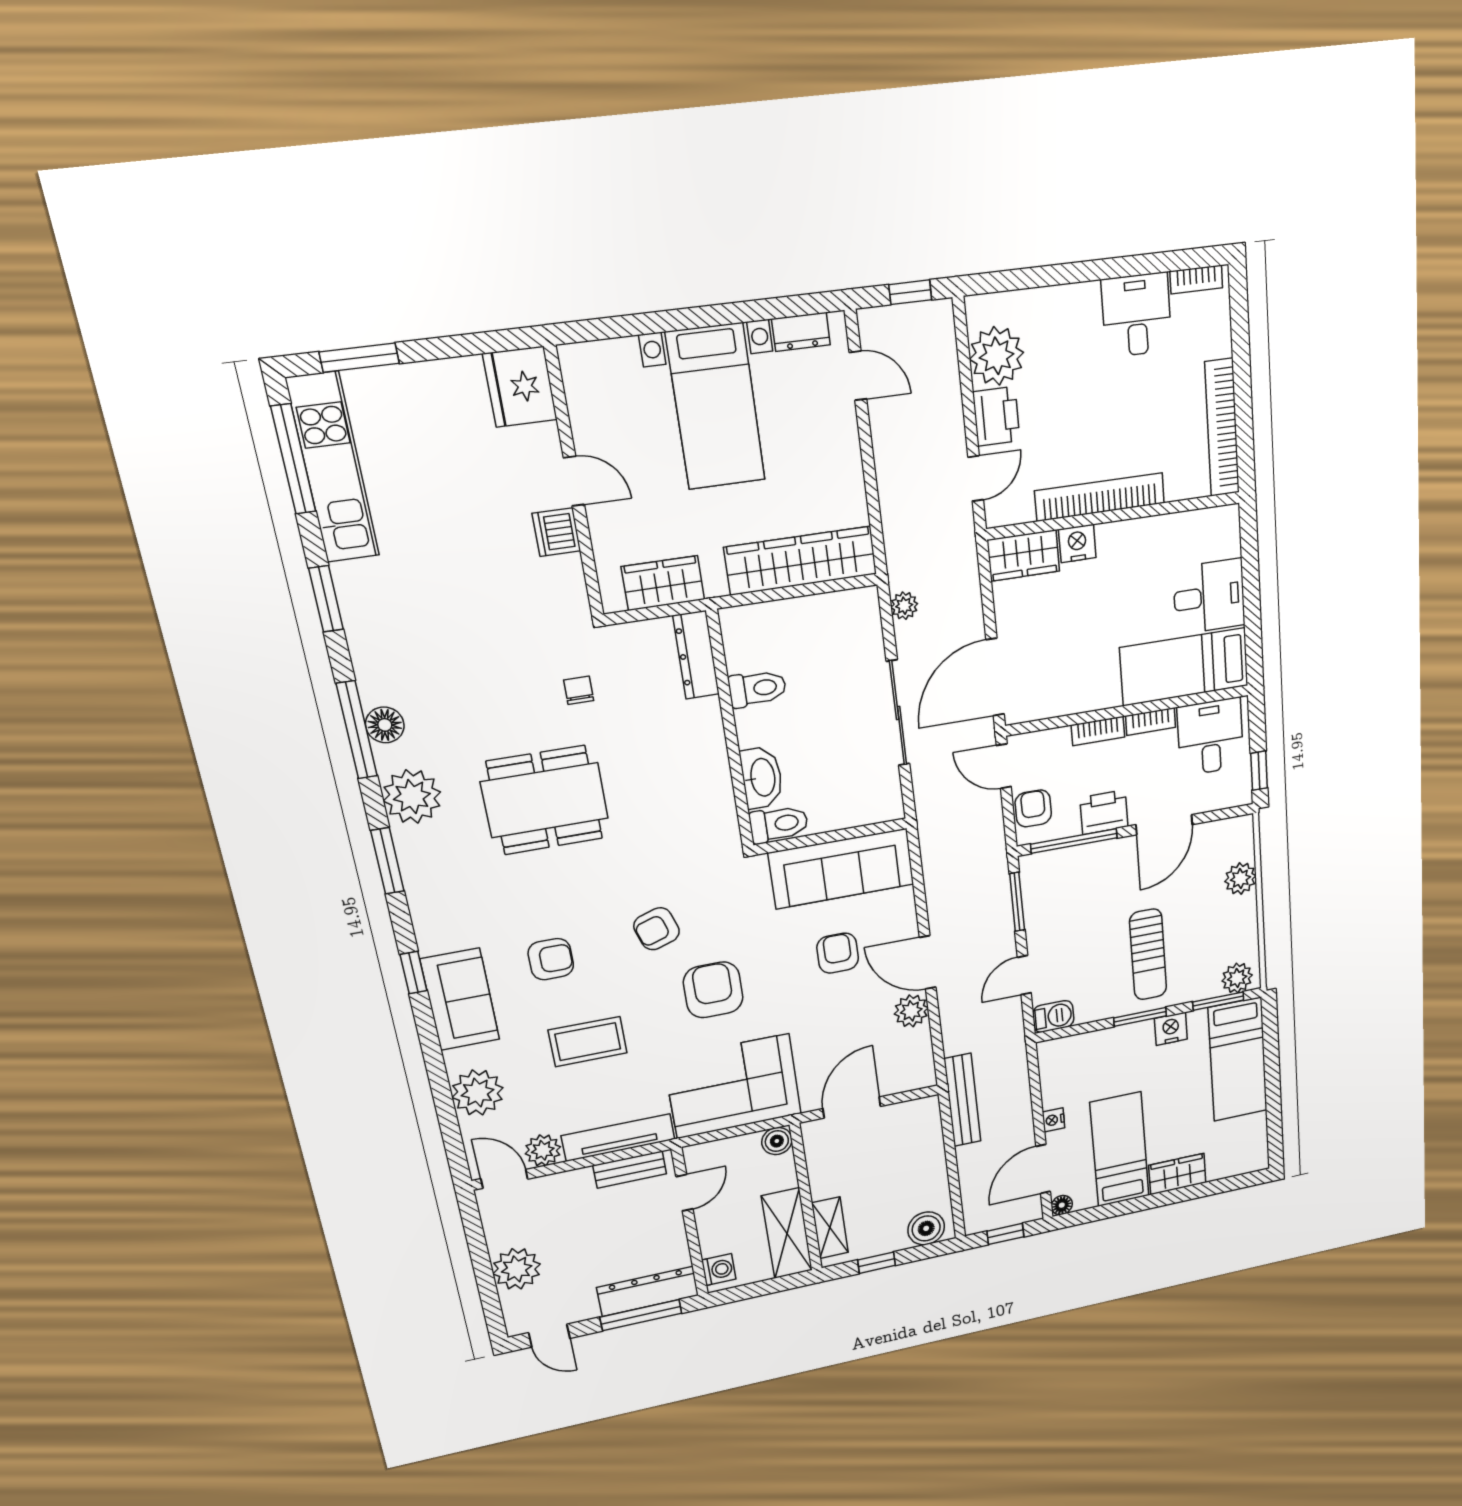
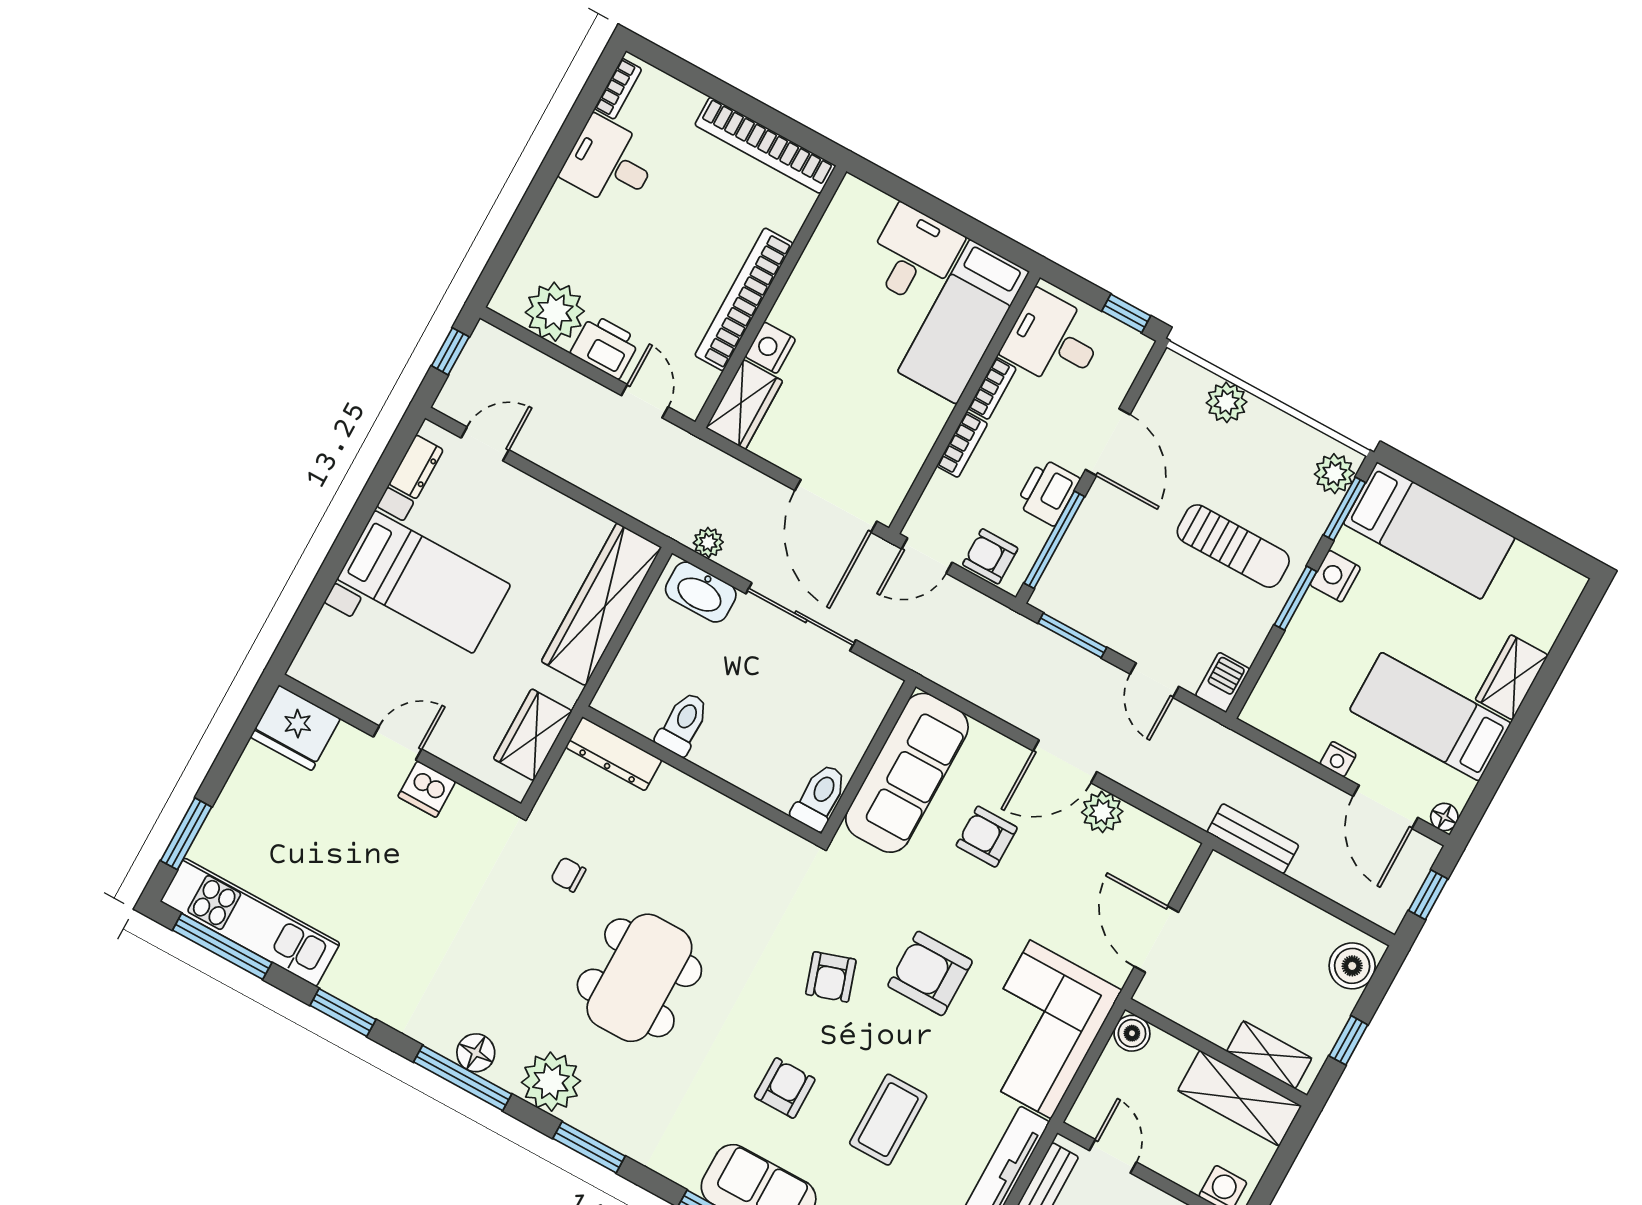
washbasin: (762, 778) -> (701, 592), moved, turned 180
bench: (962, 1100) -> (1253, 839), width x0.73

